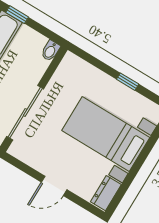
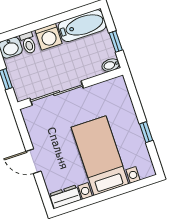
window: (17, 15) -> (116, 42), moved

